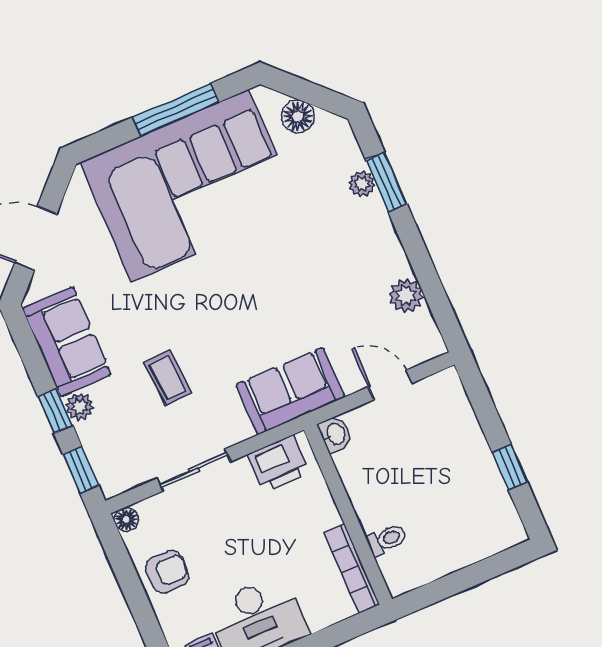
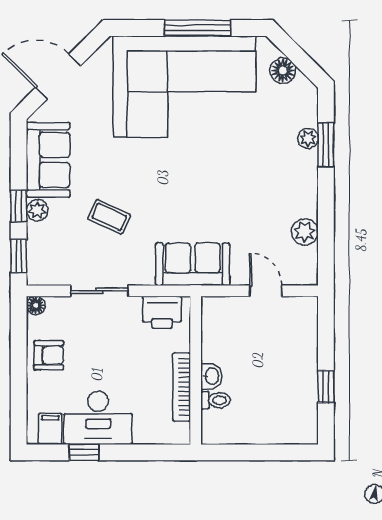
coffee table: (168, 378) -> (109, 217), turned -61
washbasin: (335, 434) -> (211, 376), moved
bookcase: (352, 569) -> (182, 387), moved

